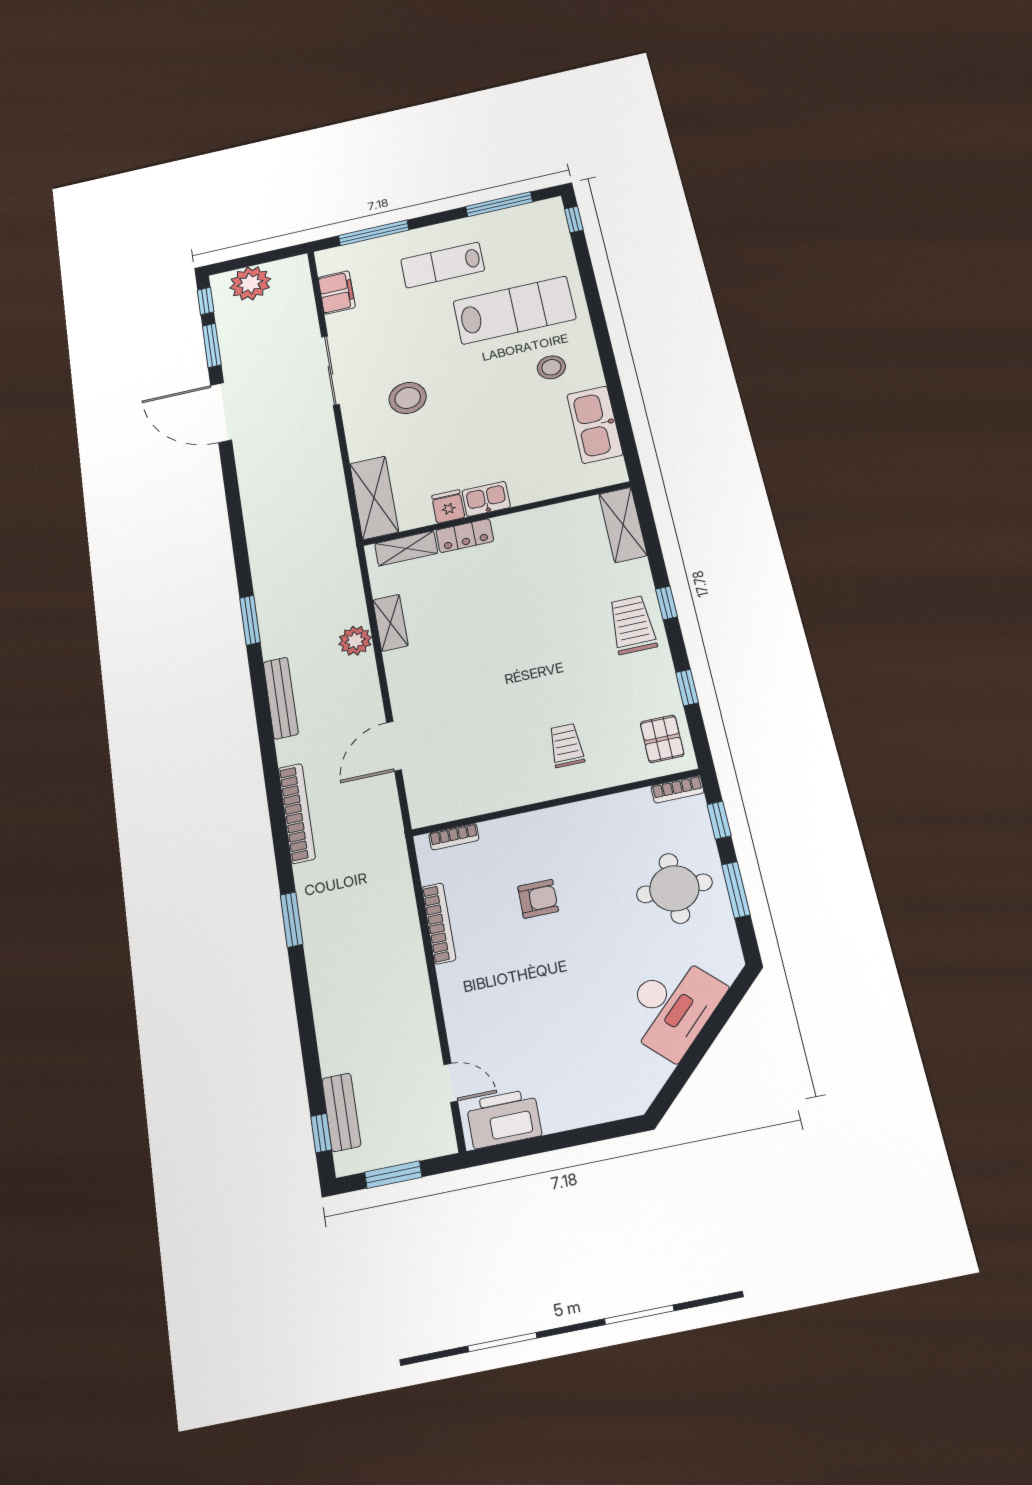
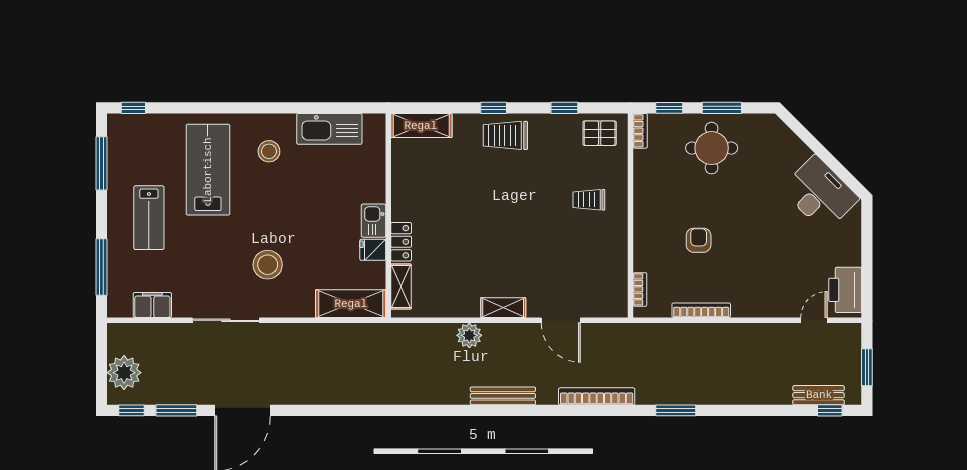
window: (250, 620) -> (433, 410), removed
shelving: (390, 623) -> (503, 308), moved
desk: (672, 1006) -> (820, 194), moved

